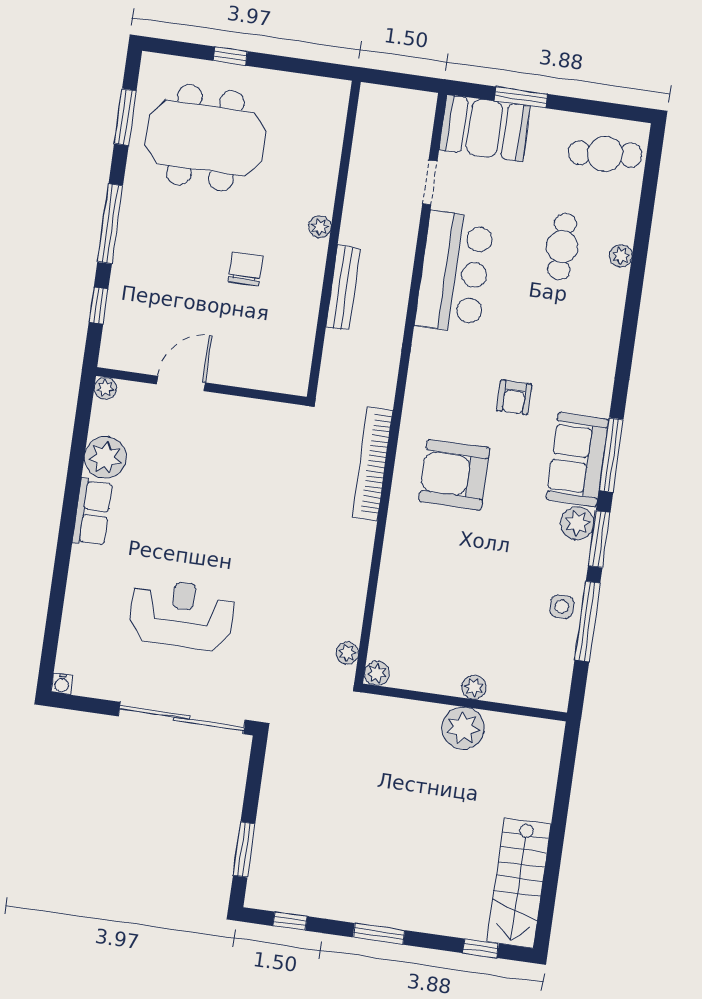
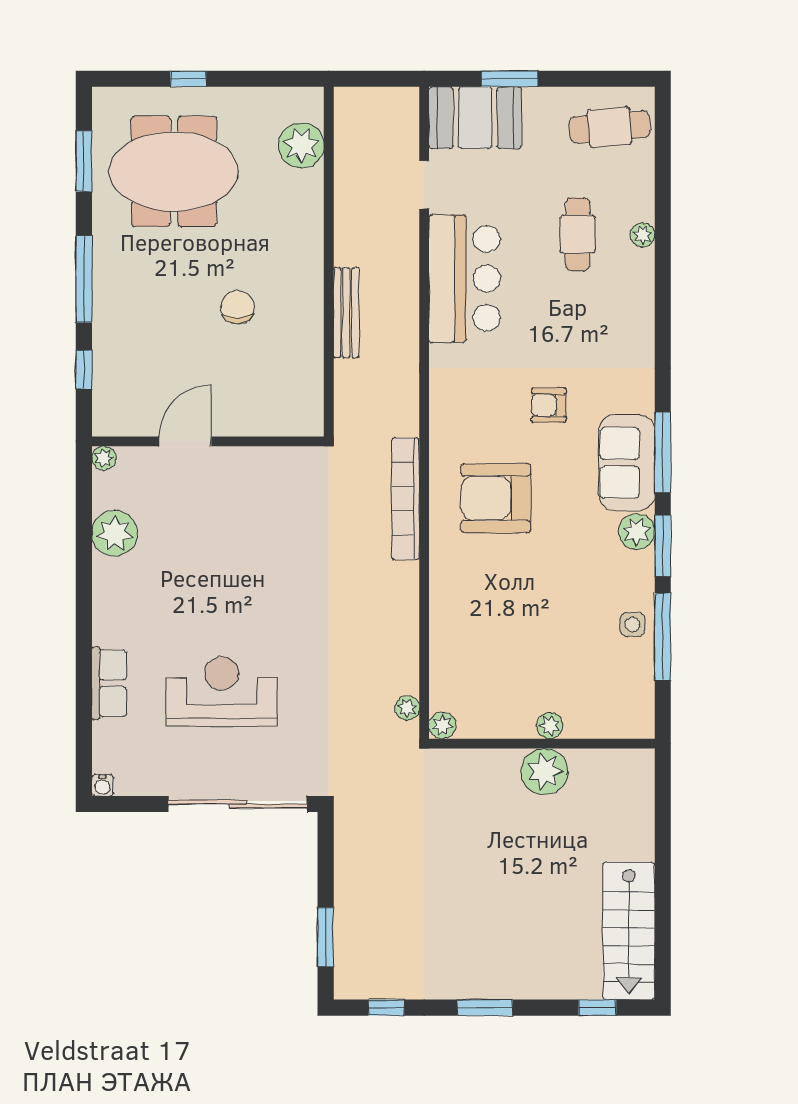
plant: (320, 227) -> (301, 145), moved, width x1.87, depth x1.87
armchair: (514, 397) -> (549, 405), turned 90
row of seats: (92, 513) -> (109, 683), moved

